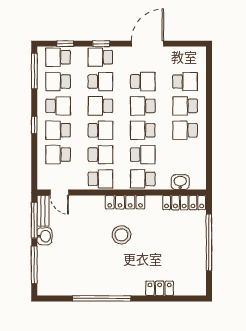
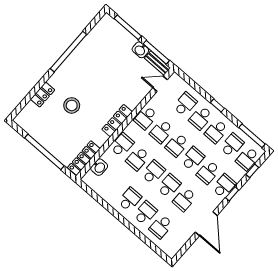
school desk: (58, 57) -> (248, 159), turned 180
school desk: (58, 130) -> (201, 118), turned 180
stool: (121, 235) -> (72, 105), moved

